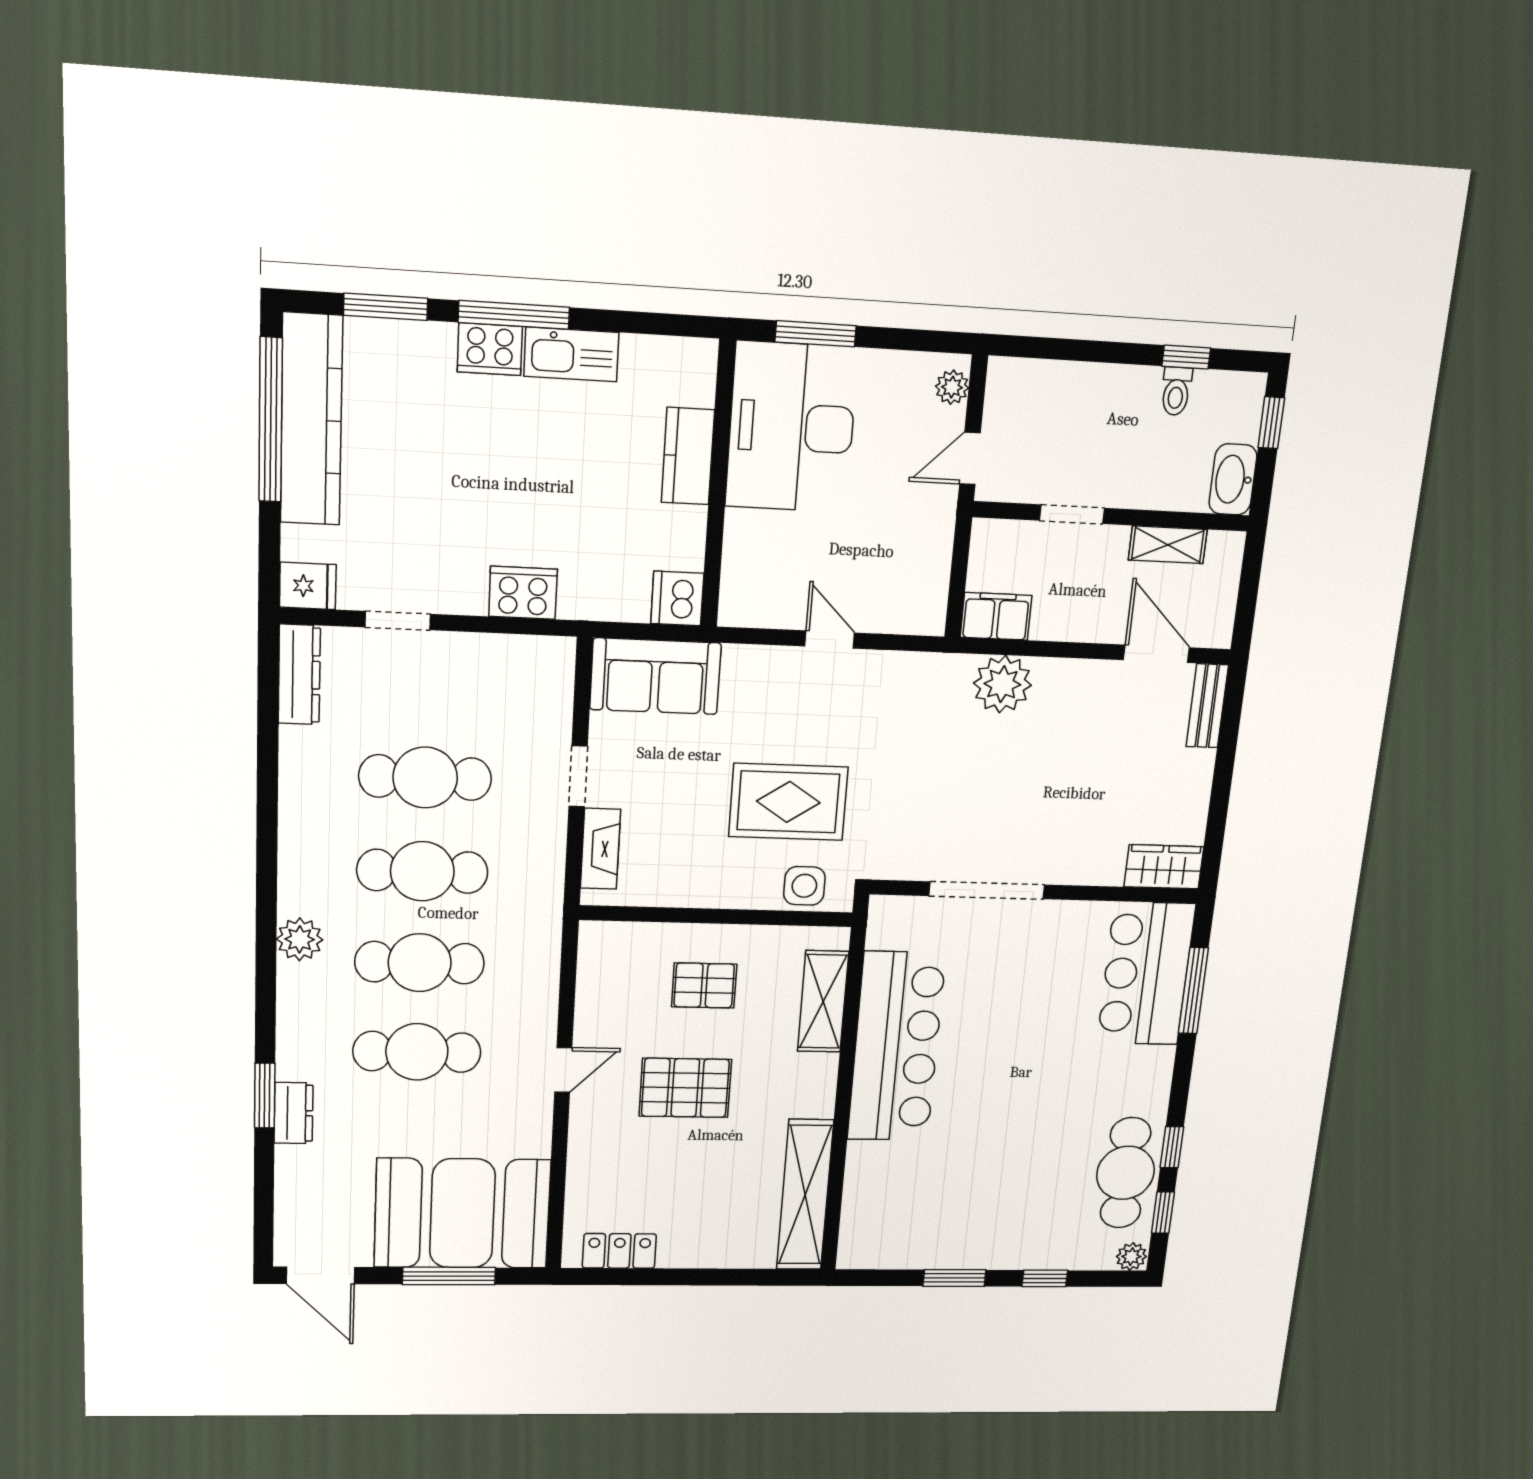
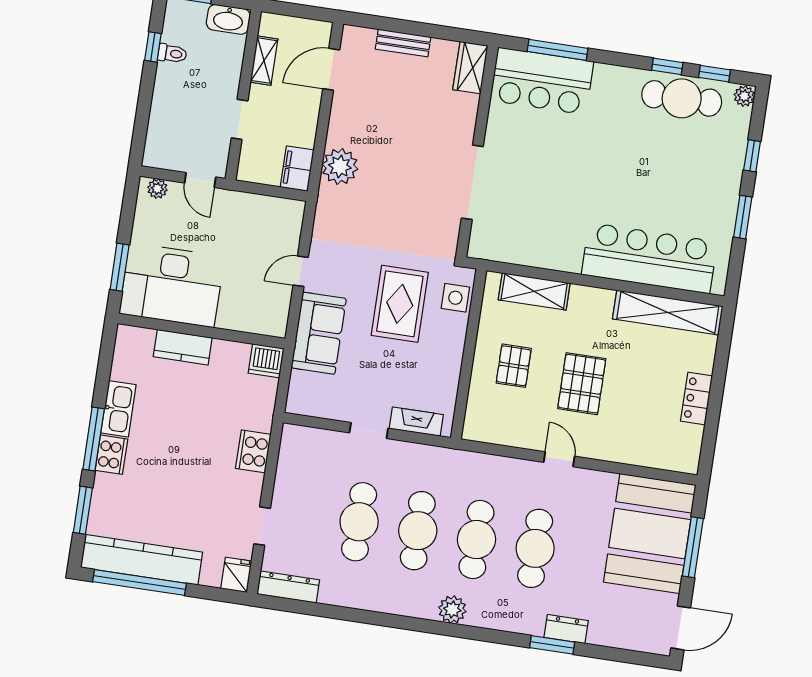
sofa: (655, 676) -> (319, 333), moved
bench: (1207, 706) -> (403, 43), moved
bar counter: (896, 1047) -> (649, 258), moved
locker: (619, 1251) -> (696, 399), moved

